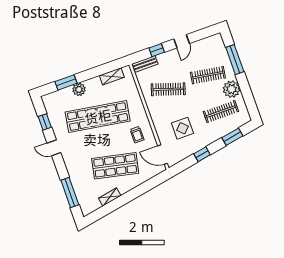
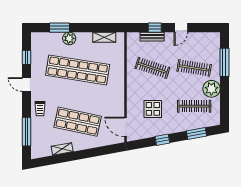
bench: (145, 64) -> (152, 37), moved
trolley: (137, 135) -> (40, 109), moved

